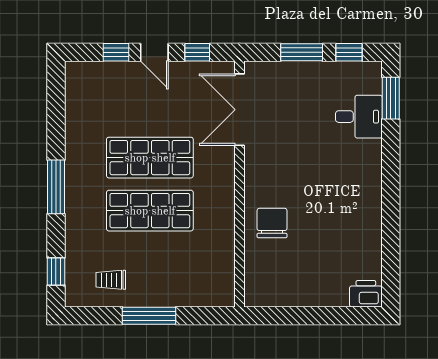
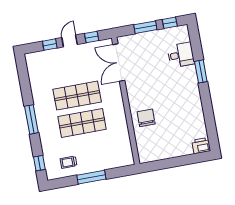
door: (154, 52) -> (70, 41), swing flipped
window: (391, 98) -> (201, 71), moved

